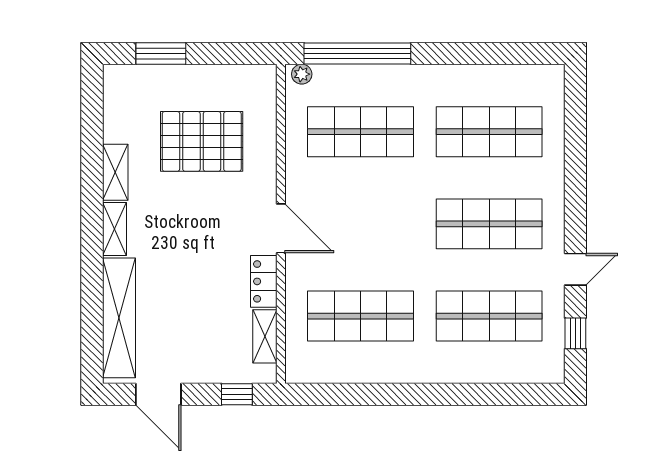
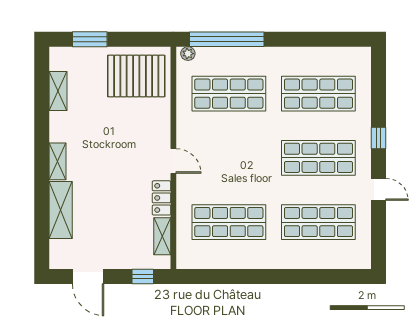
pallet: (202, 141) -> (136, 76), moved
shelving: (115, 172) -> (58, 91), moved
door: (281, 228) -> (173, 161), width x0.73
door: (575, 269) -> (379, 189), hinge flipped
shelving: (119, 318) -> (61, 210), width x0.68
window: (575, 333) -> (379, 138), moved

